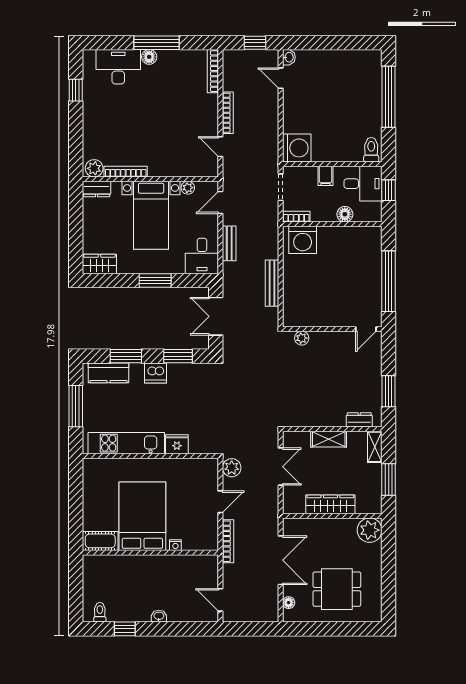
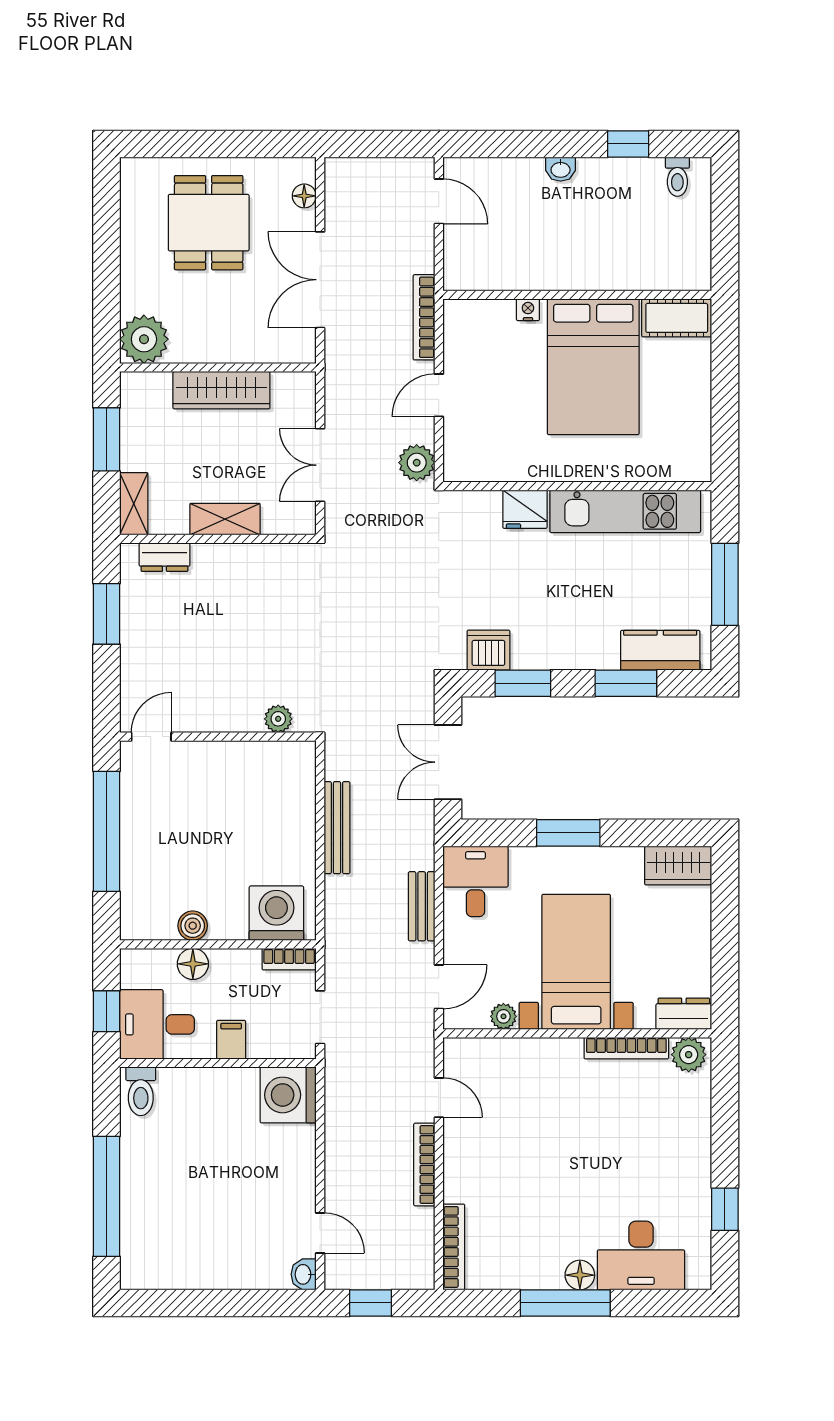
boiler: (345, 234) -> (193, 926), added
double door: (216, 316) -> (448, 762), swing flipped
dishwasher: (156, 373) -> (488, 650), moved
dining table: (337, 589) -> (209, 223), turned 90

